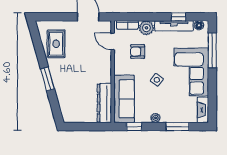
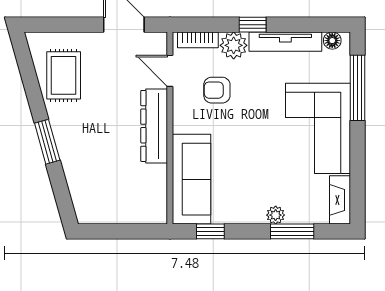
window: (178, 17) -> (253, 25), moved
side table: (157, 80) -> (253, 143), removed
dresser: (104, 103) -> (154, 126), moved
plant: (156, 118) -> (276, 215), moved

